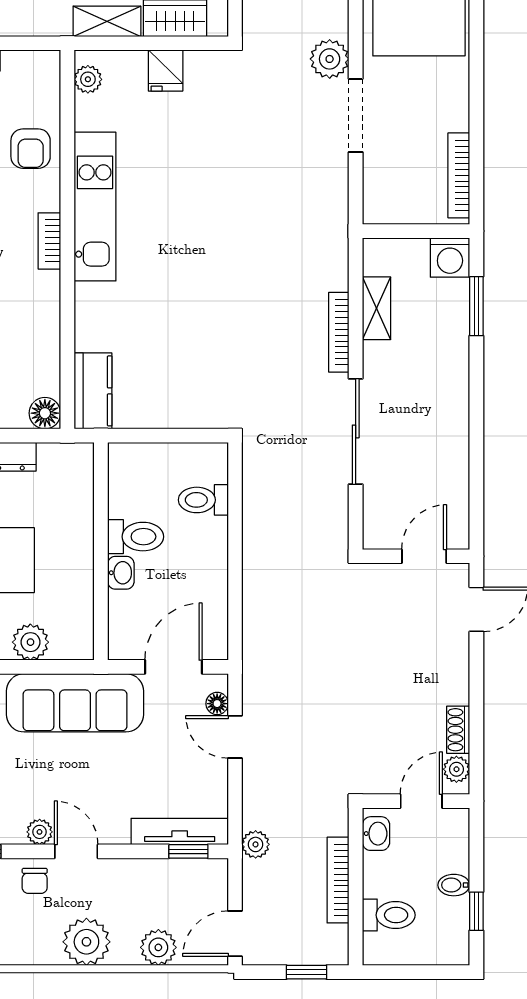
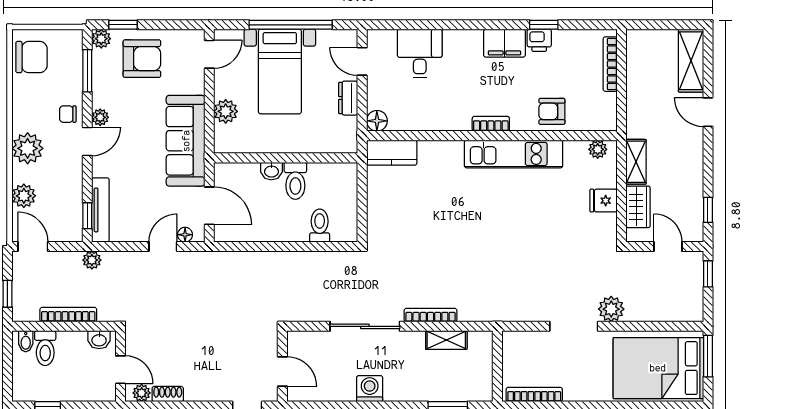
washing machine: (450, 257) -> (370, 389), moved, turned 90
bidet: (454, 885) -> (26, 341), moved, turned 180

